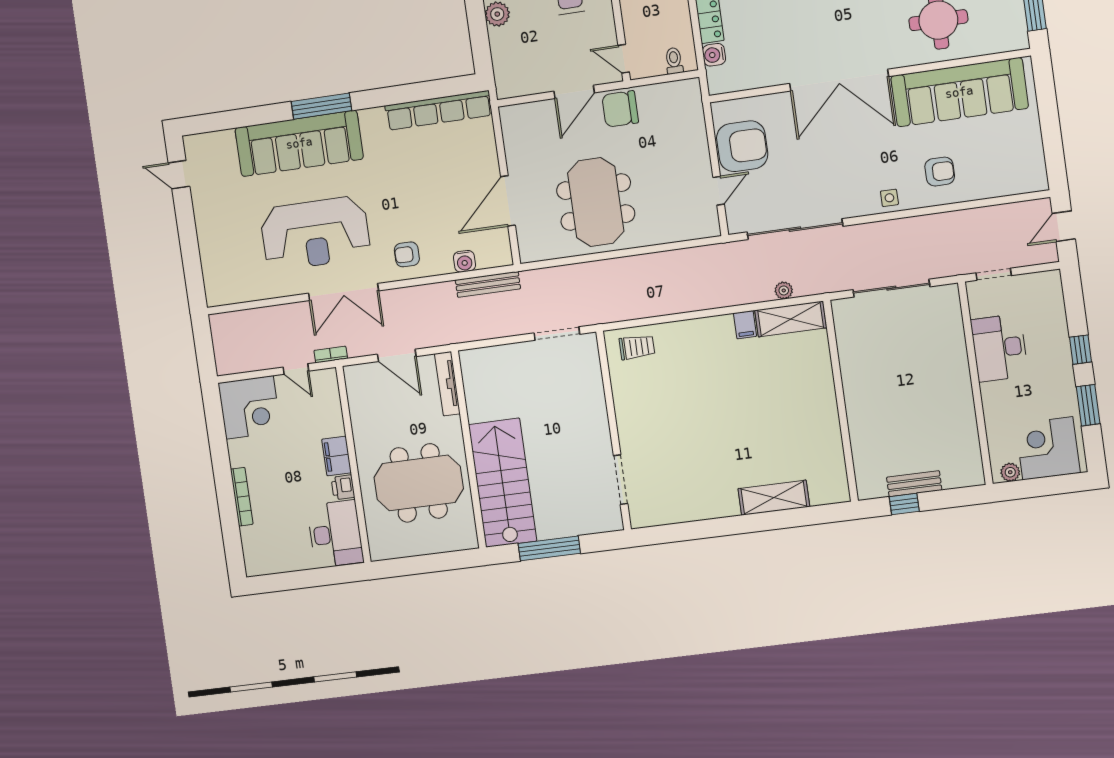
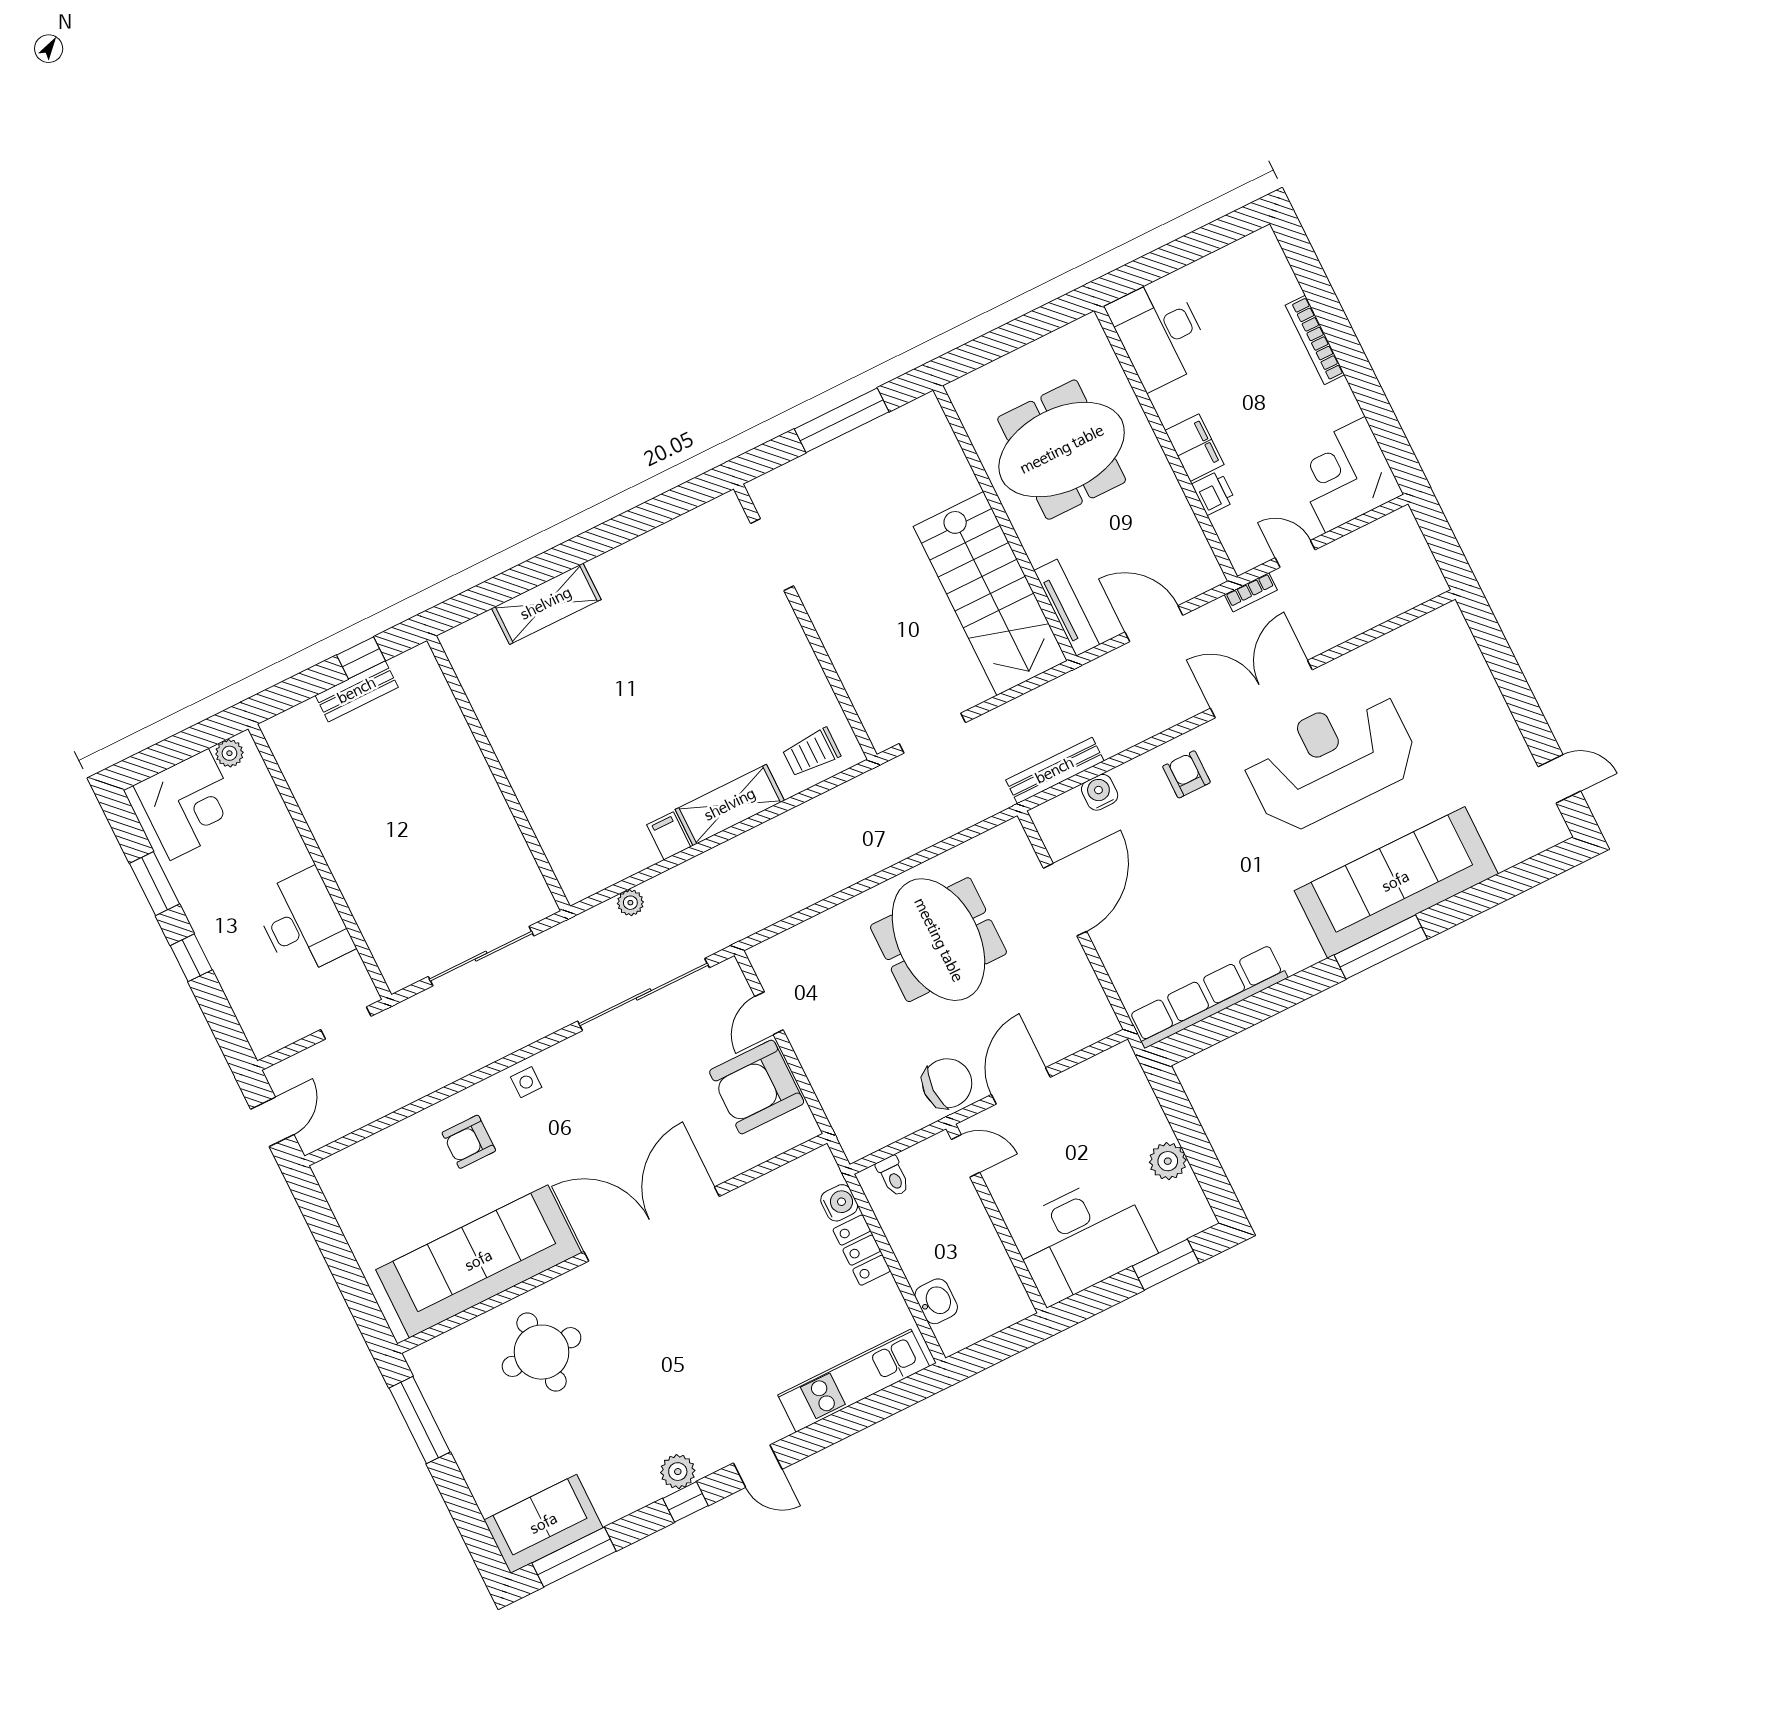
armchair: (407, 254) -> (1186, 774), turned -90
shelving: (791, 319) -> (730, 805), moved
stairs: (503, 483) -> (990, 594), moved
printer: (343, 487) -> (1214, 493), moved

